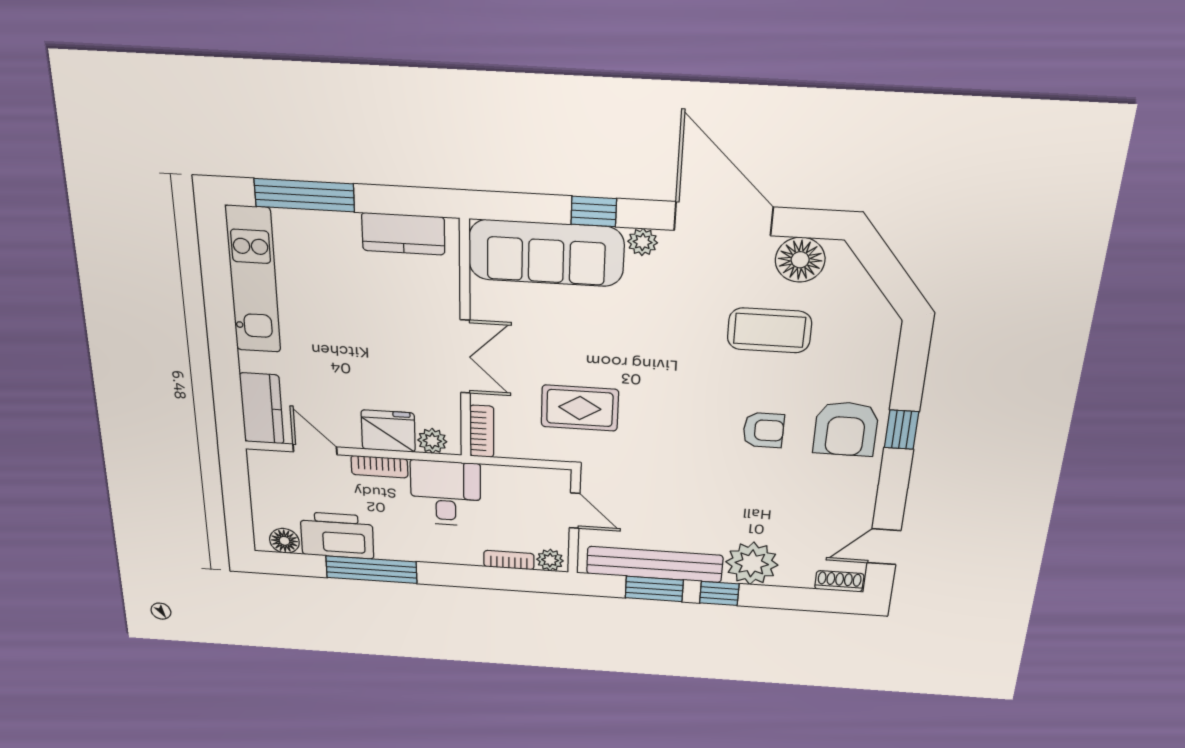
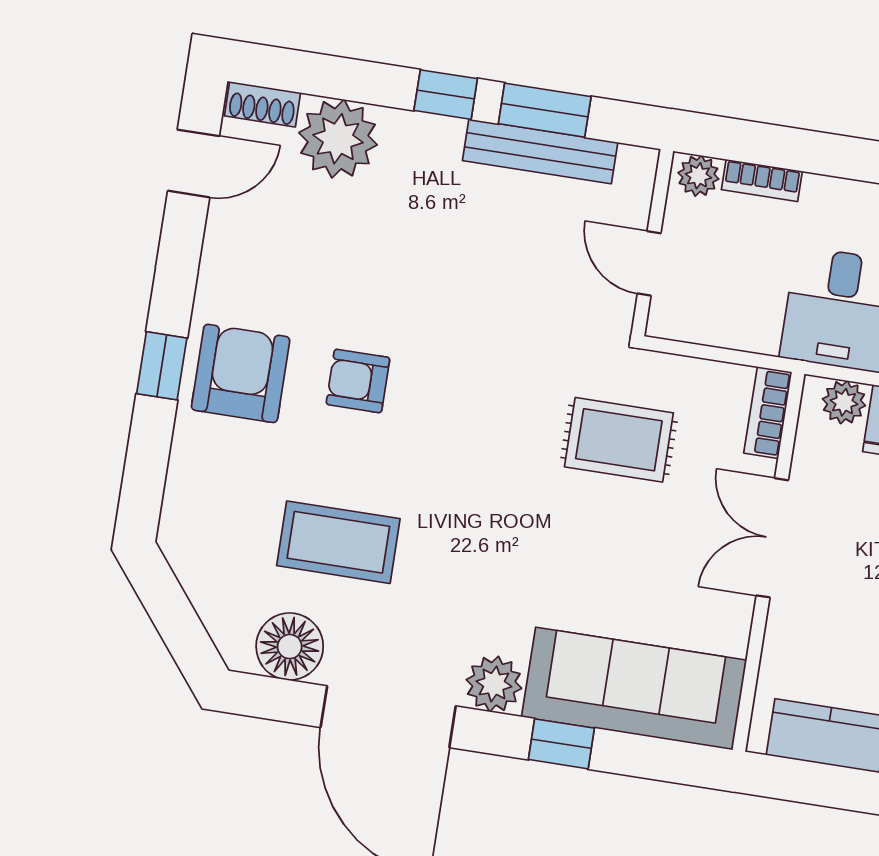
plant: (643, 242) -> (494, 684), width x1.38, depth x1.38
plant: (752, 563) -> (338, 139), moved
bench: (655, 564) -> (540, 151), width x0.73, depth x0.82

